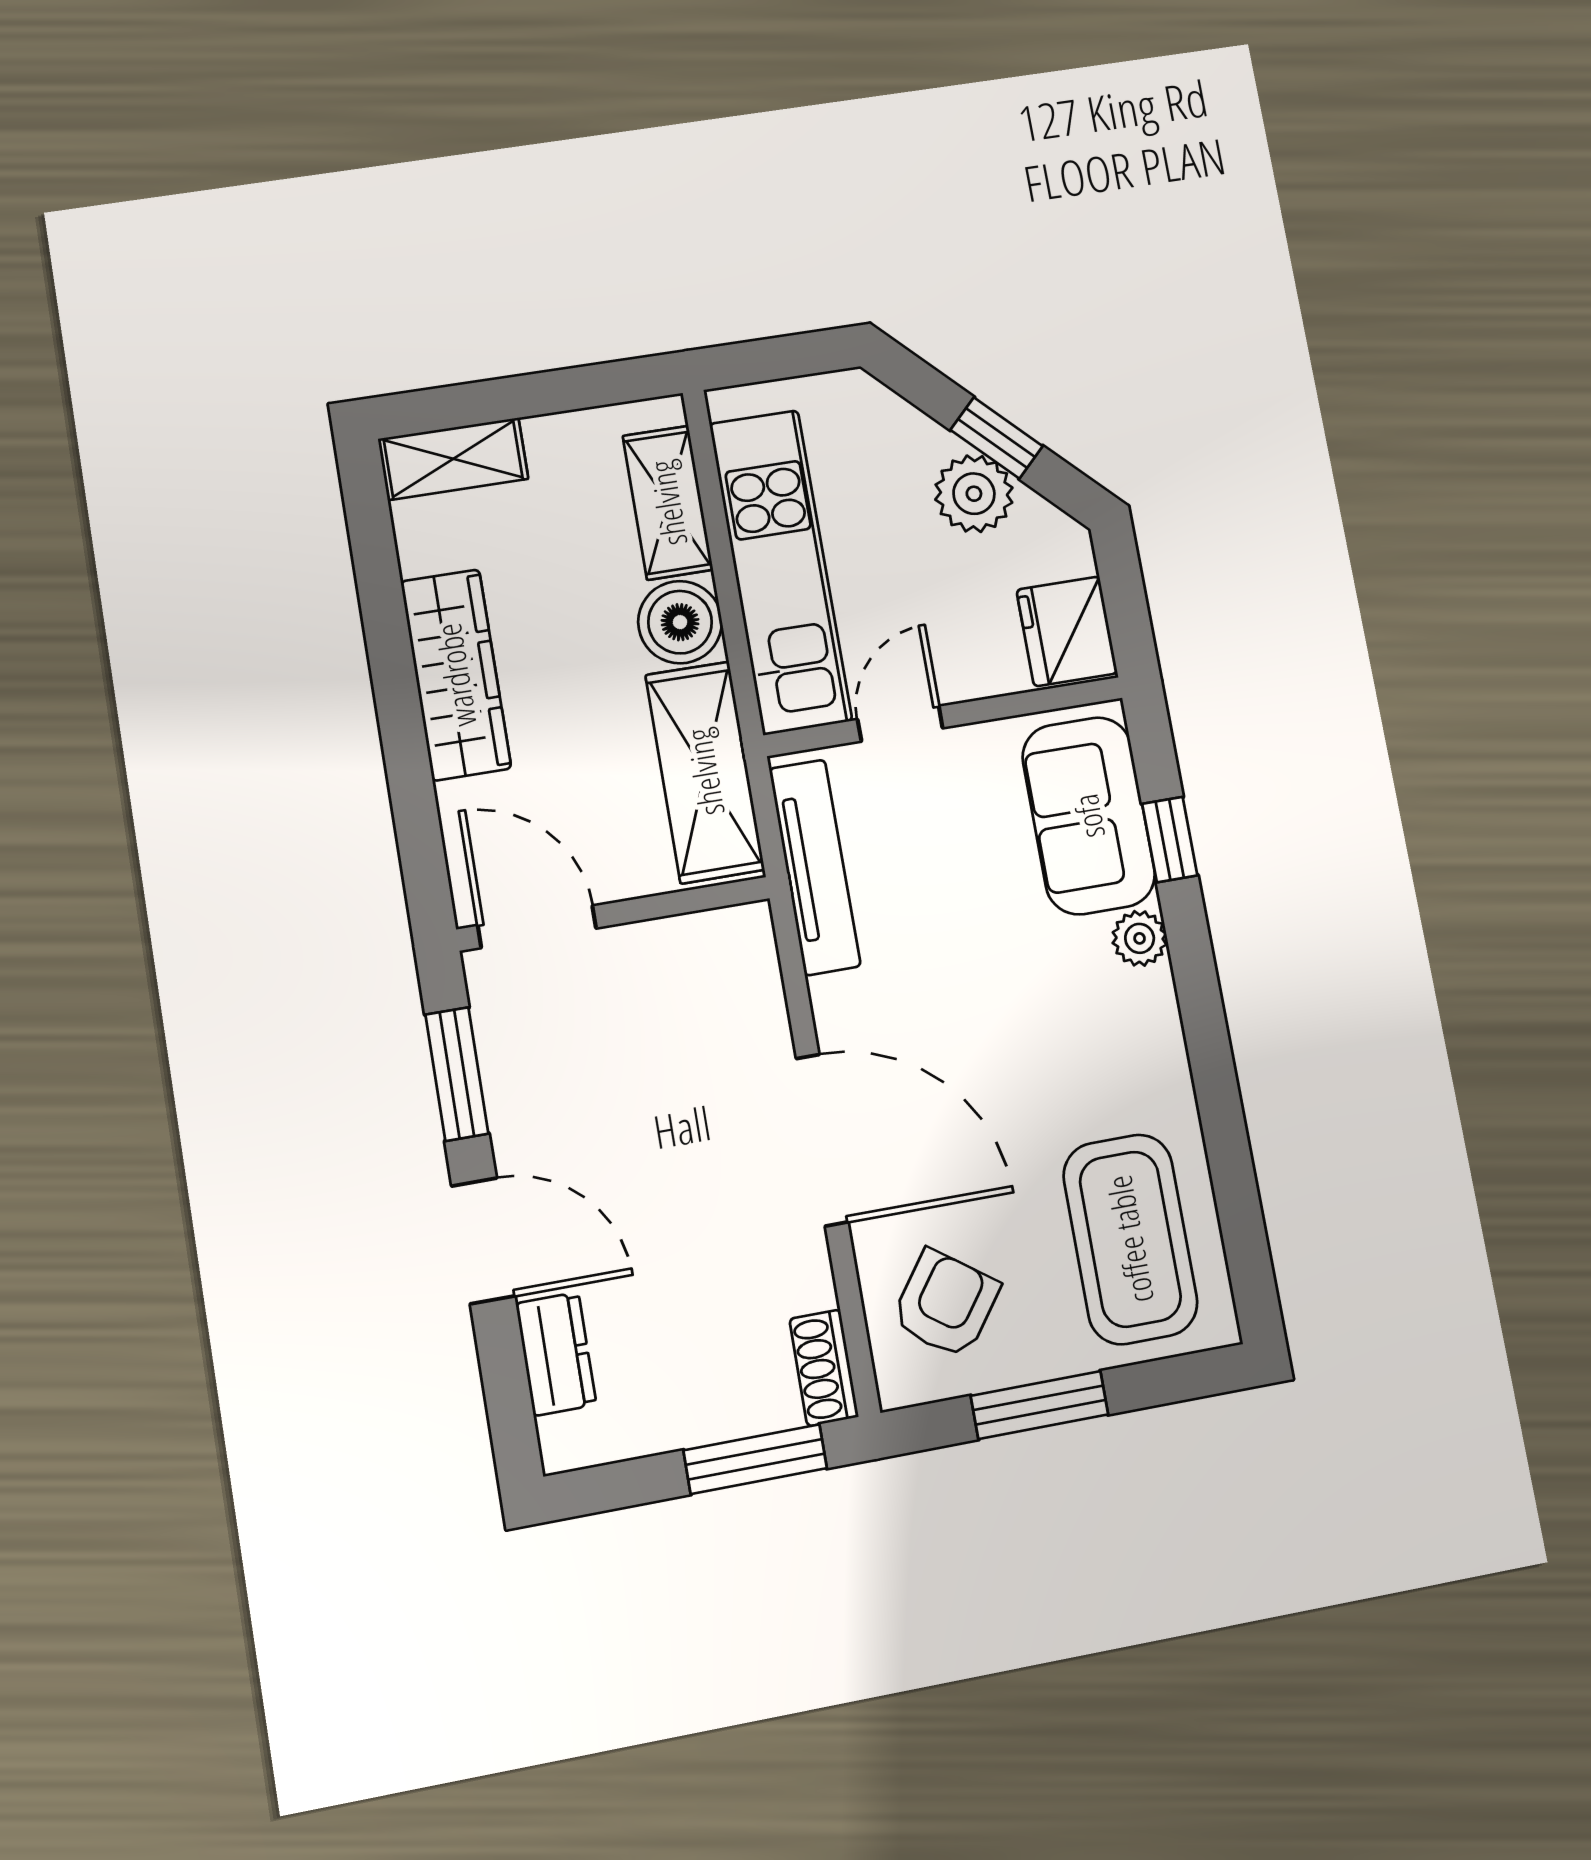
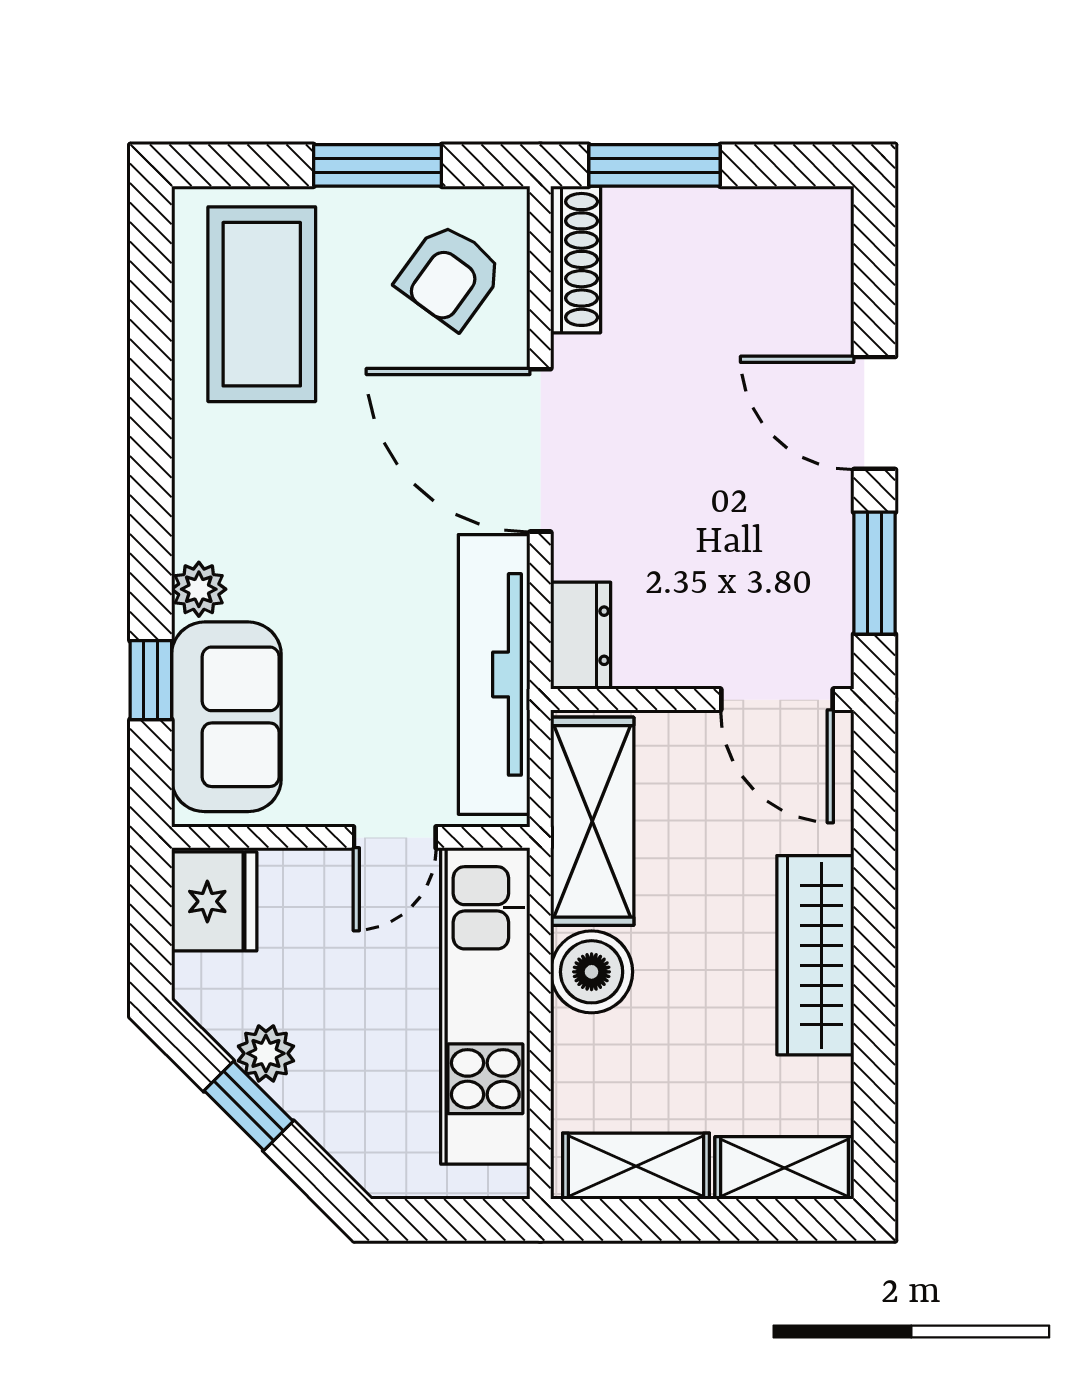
plant: (974, 494) -> (266, 1053), width x0.73, depth x0.73
shelving: (668, 503) -> (636, 1166), moved, turned 90
tv unit: (815, 867) -> (494, 674), width x1.36, depth x1.29
dresser: (556, 1354) -> (581, 636), moved, turned 180
shoe rack: (824, 1368) -> (576, 259), width x1.43

